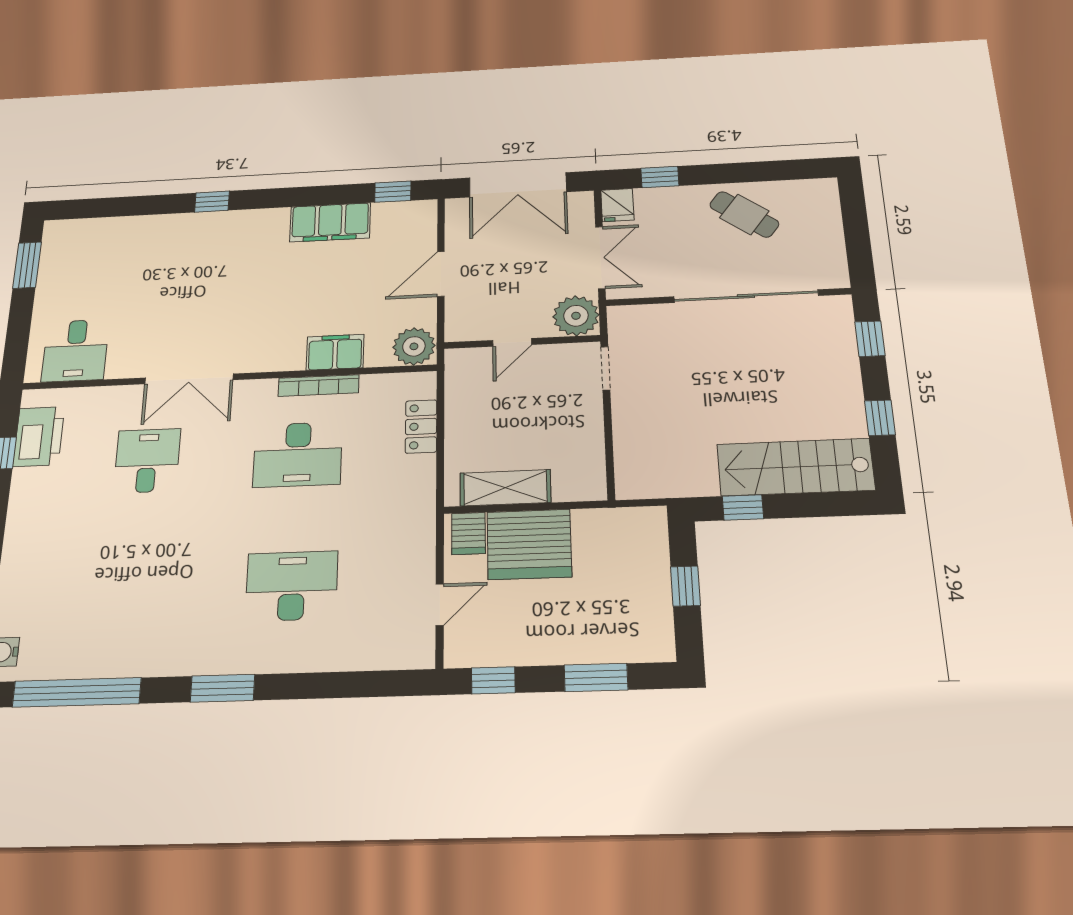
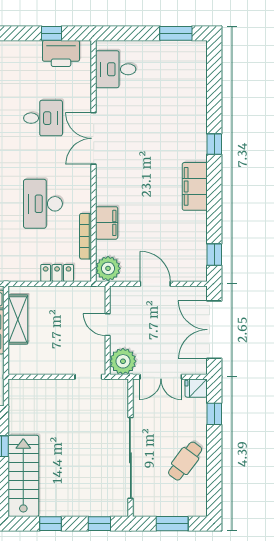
filing cabinet: (330, 222) -> (195, 186), moved
window: (856, 228) -> (172, 524), added
bookcase: (319, 386) -> (86, 236), moved

